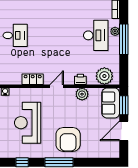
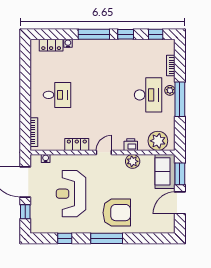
armchair: (68, 139) -> (117, 213), turned -90

